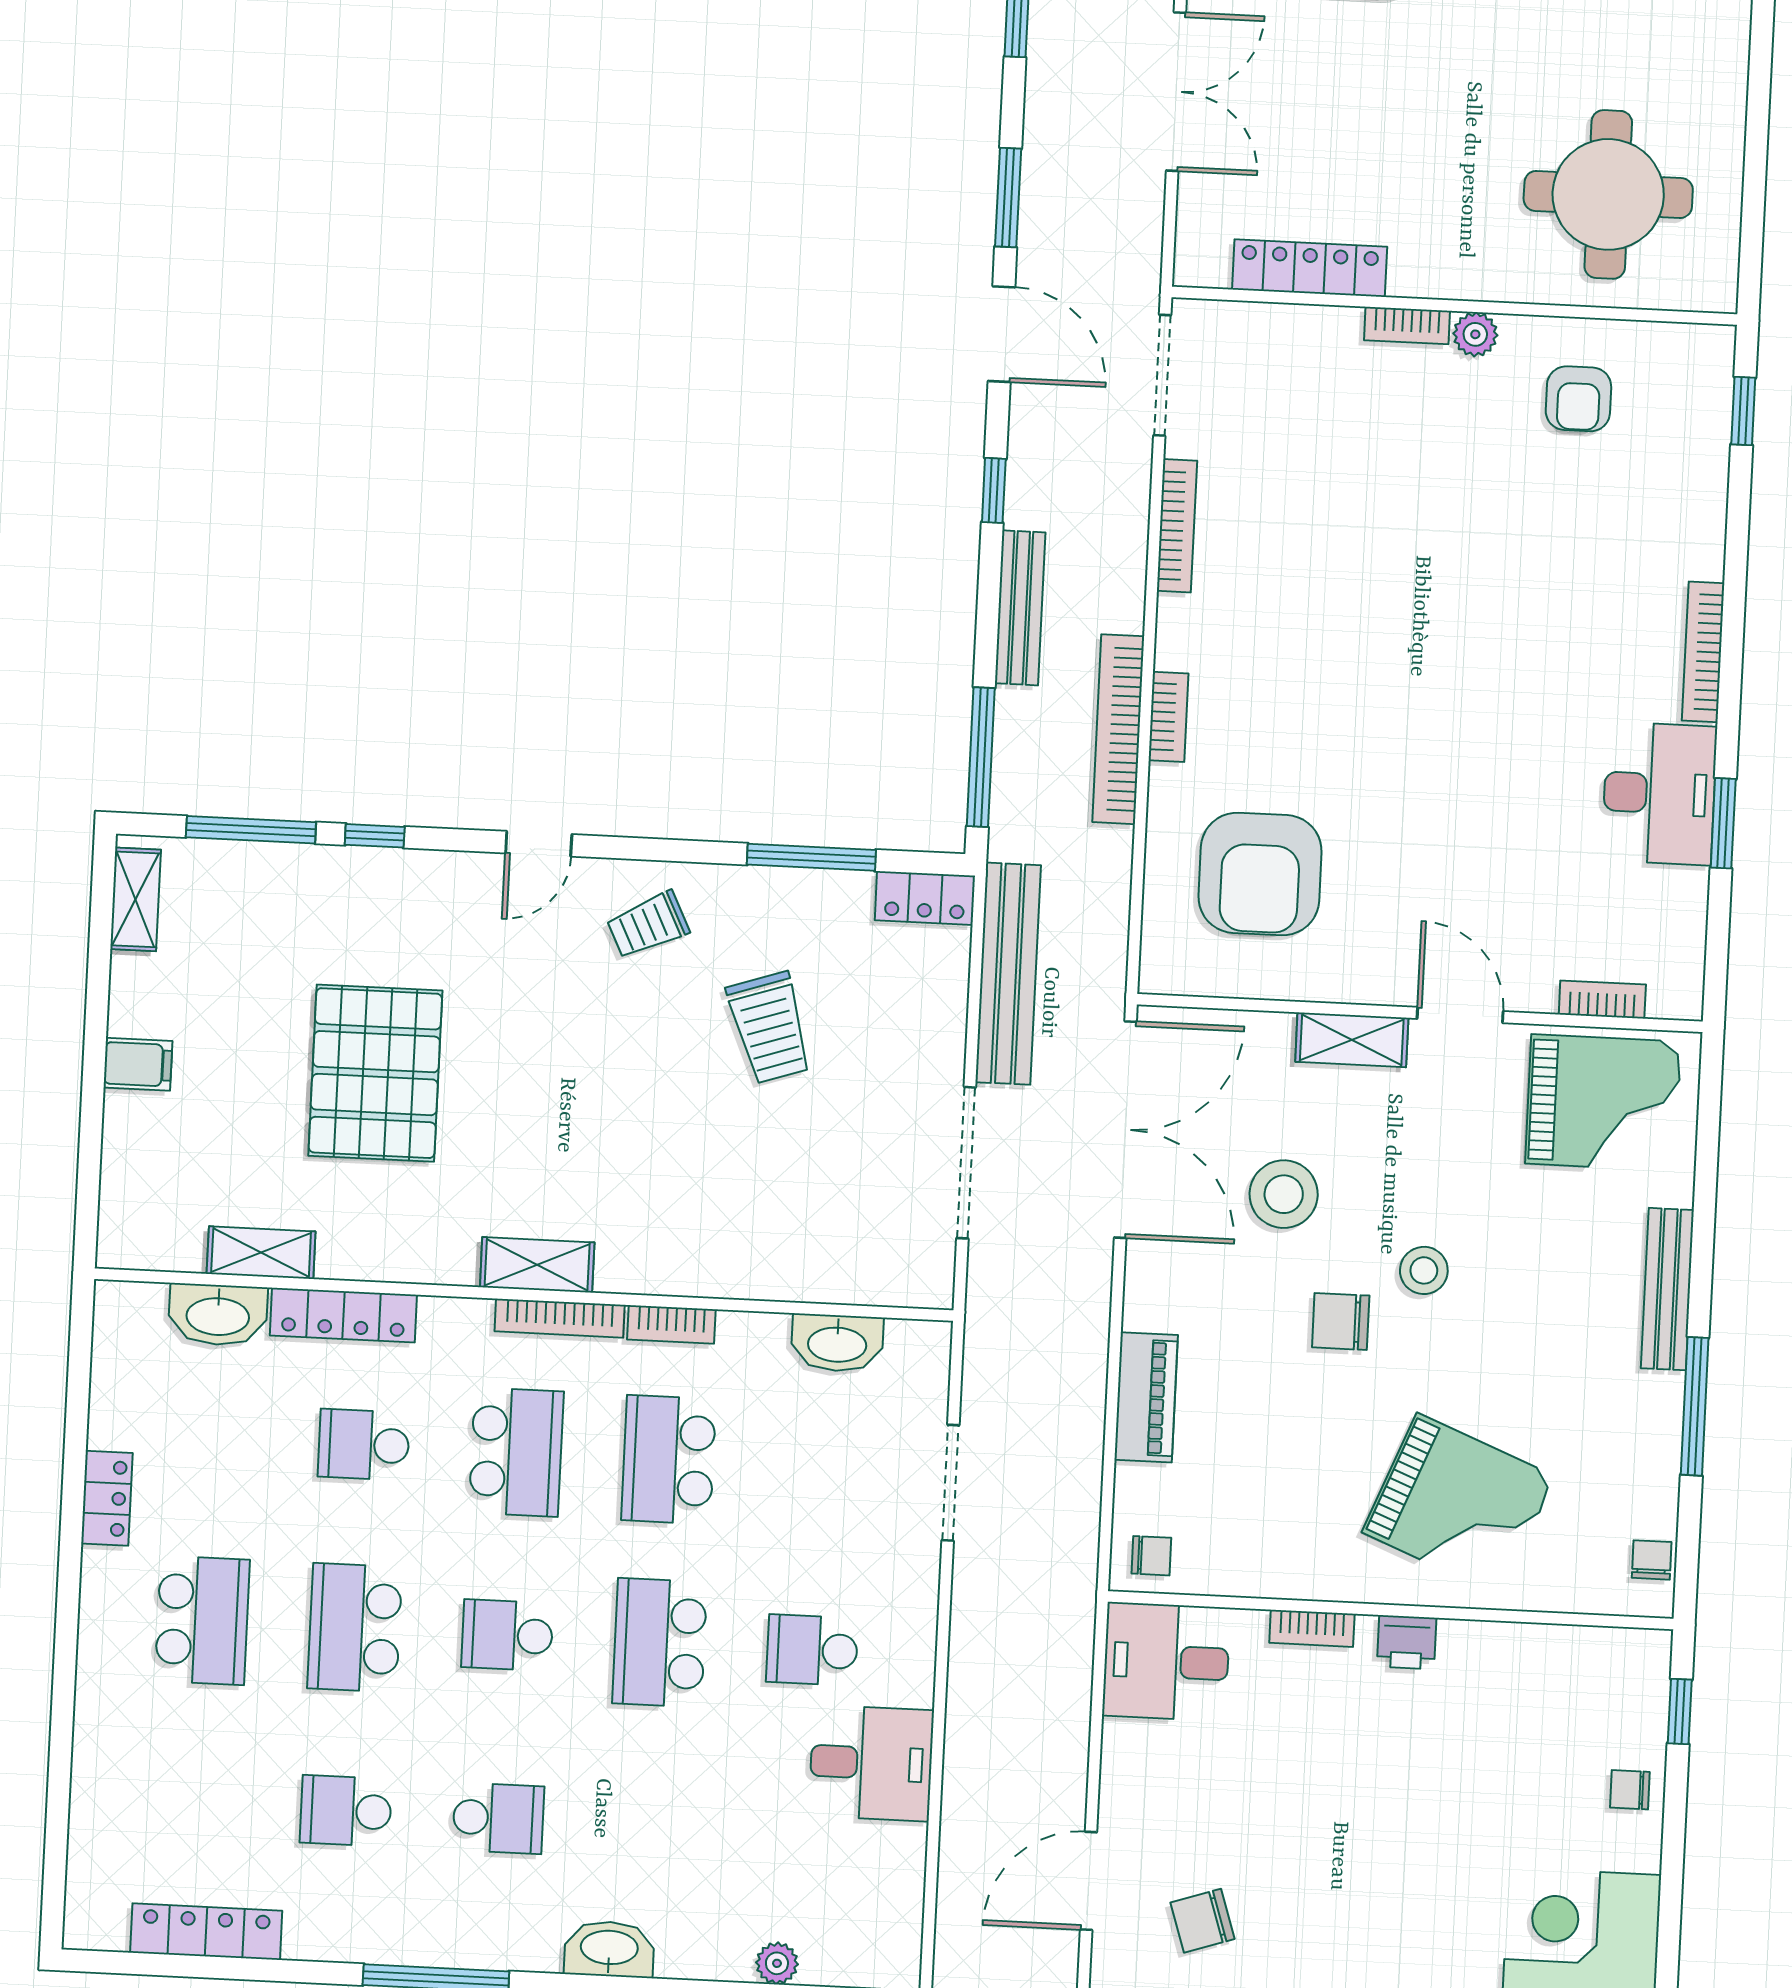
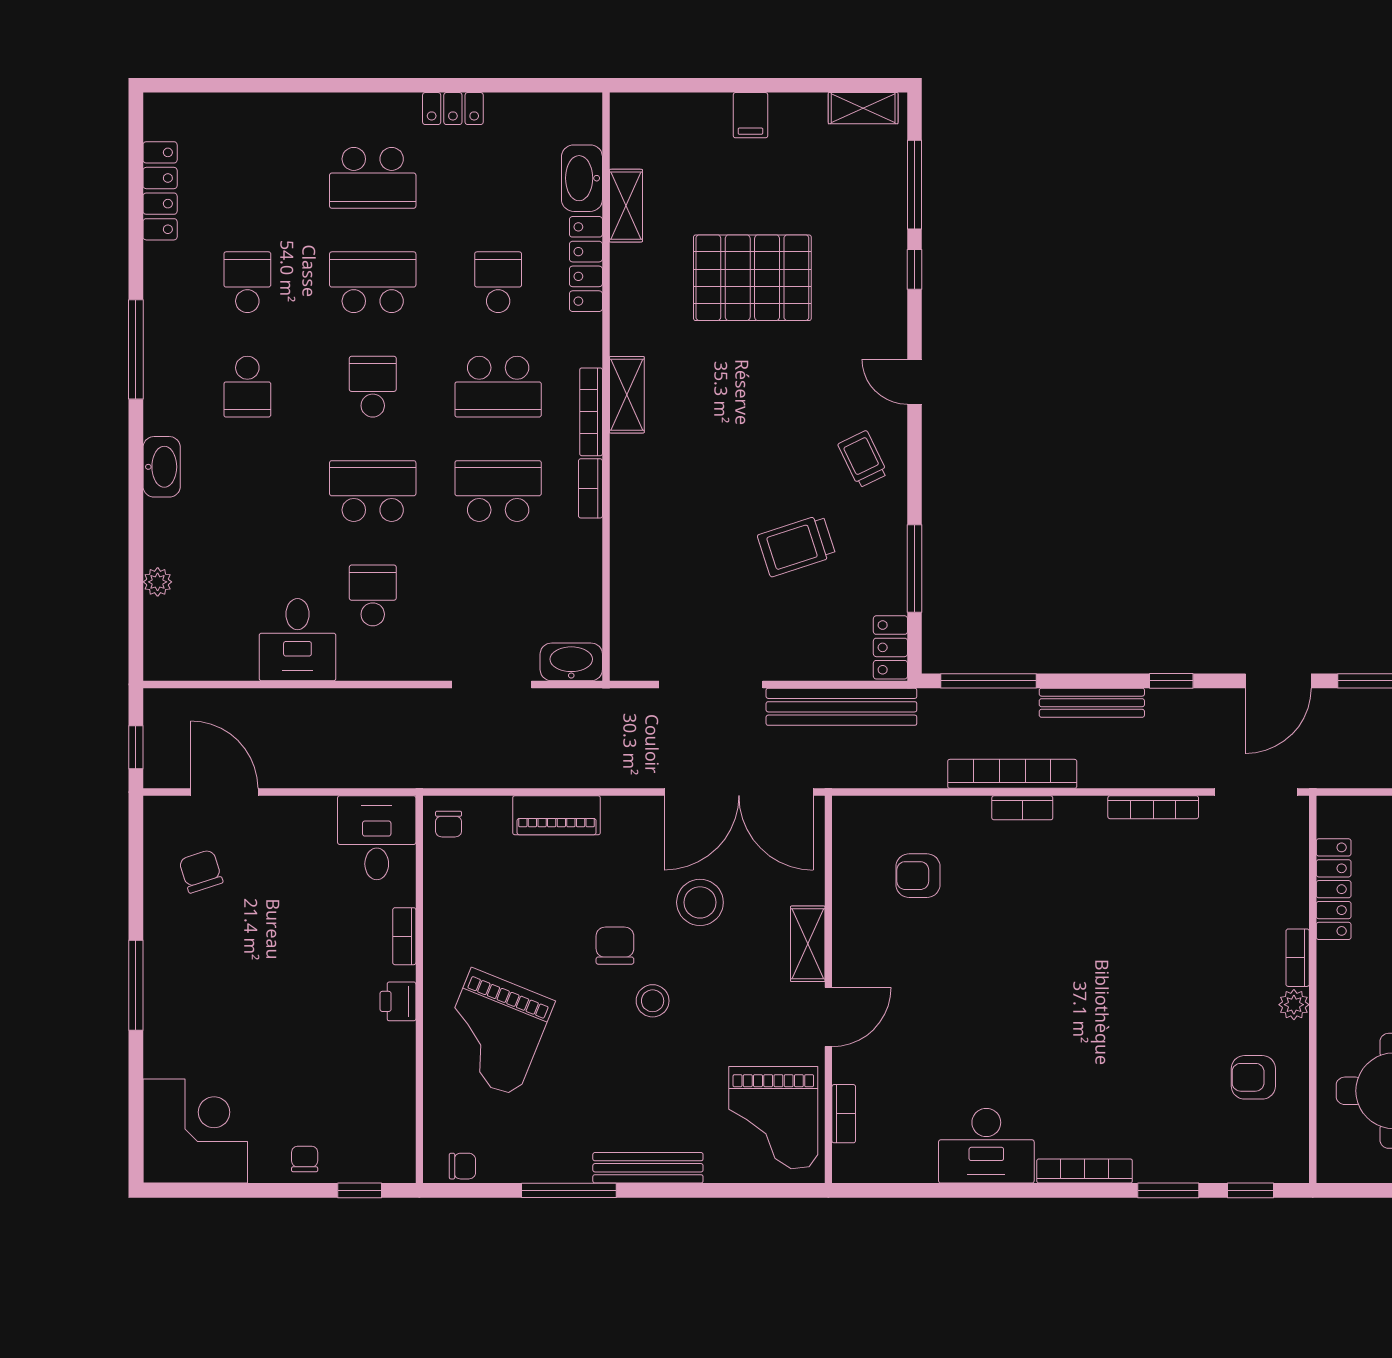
window: (1723, 823) -> (1168, 1190), moved
armchair: (1260, 874) -> (918, 876), width x0.53, depth x0.53
washbasin: (837, 1343) -> (571, 662), moved, turned 90

